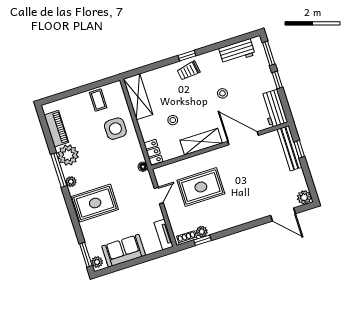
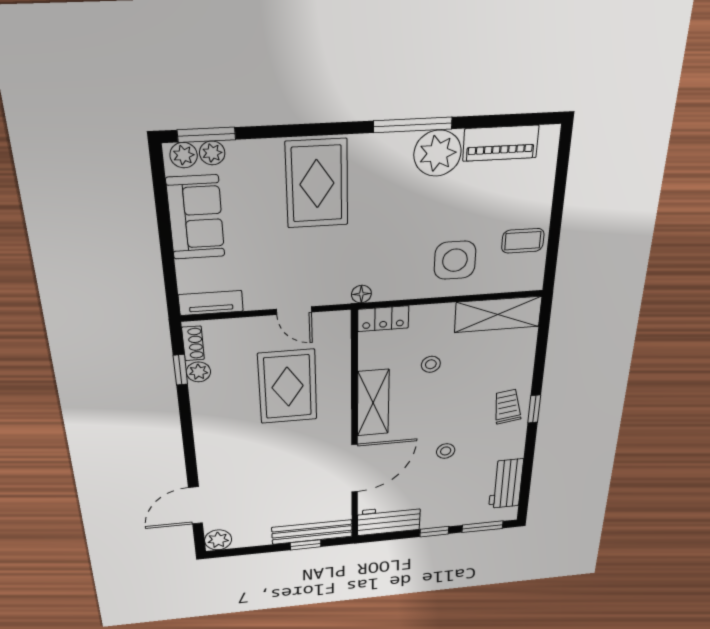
plant: (71, 182) -> (212, 153), moved

